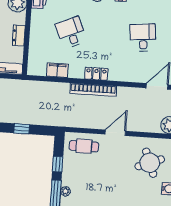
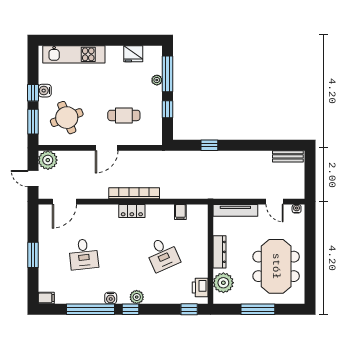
dresser: (19, 36) -> (220, 252), width x1.44
filing cabinet: (57, 70) -> (180, 212), width x0.50
cafe table: (84, 146) -> (124, 115), moved

